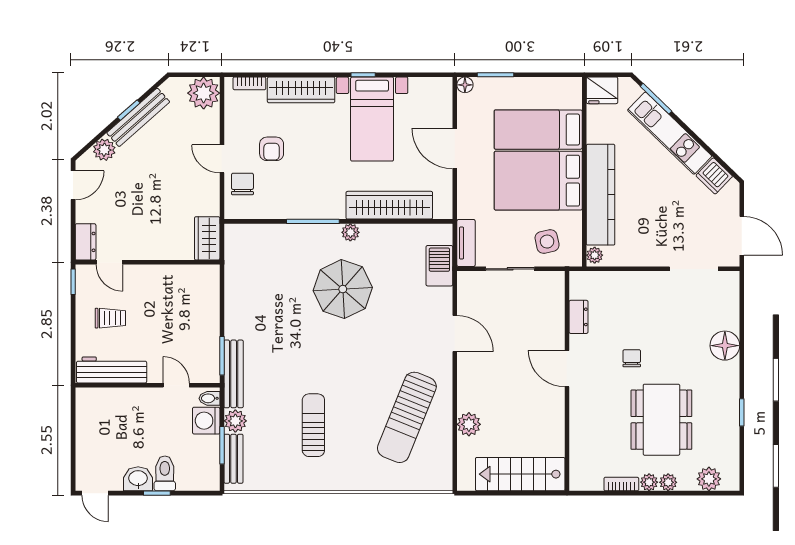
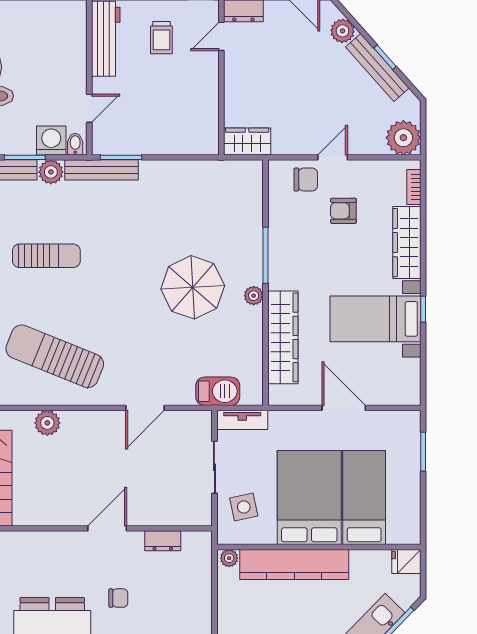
floor lamp: (465, 85) -> (412, 419), removed
fridge: (602, 90) -> (406, 561), width x0.72
door: (455, 149) -> (344, 408), hinge flipped

